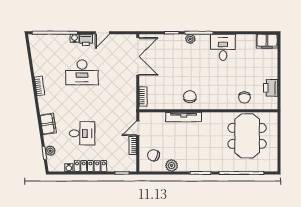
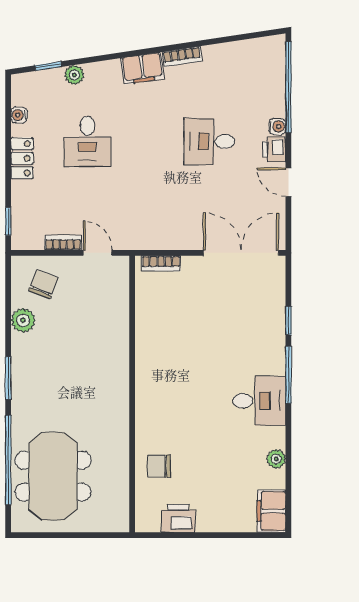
plant: (190, 39) -> (276, 459), moved
desk: (223, 47) -> (259, 401), moved
double door: (138, 56) -> (241, 253), swing flipped
desk: (82, 72) -> (209, 141), width x0.73
chair: (190, 97) -> (161, 357), removed
tv unit: (184, 117) -> (120, 344), removed
filing cabinet: (48, 124) -> (142, 68), moved
meeting table: (247, 136) -> (53, 476), moved, turned 90
plant: (50, 151) -> (74, 75), moved
locker: (90, 166) -> (22, 158), width x0.66

